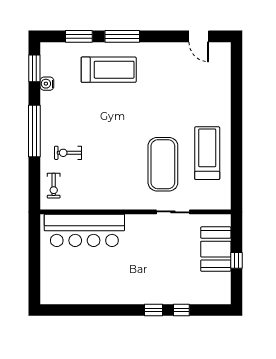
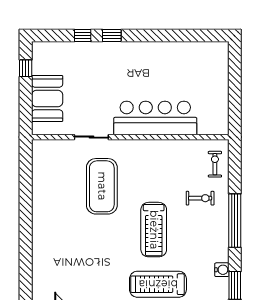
treadmill: (207, 153) -> (154, 230), moved
bar counter: (84, 230) -> (155, 118), moved
window: (237, 260) -> (26, 68), moved

